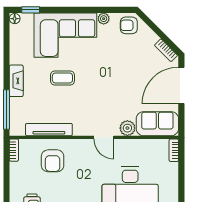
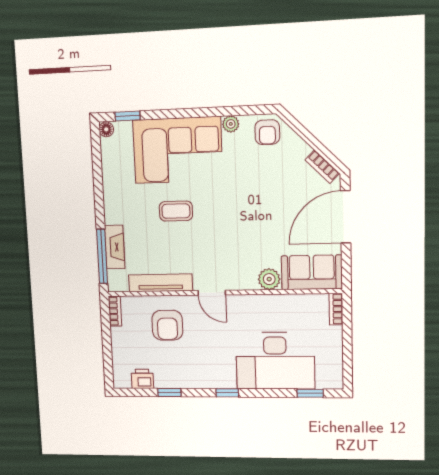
armchair: (129, 25) -> (267, 132), turned -90
fireplace: (16, 81) -> (115, 247), moved
door: (104, 137) -> (212, 293), moved

